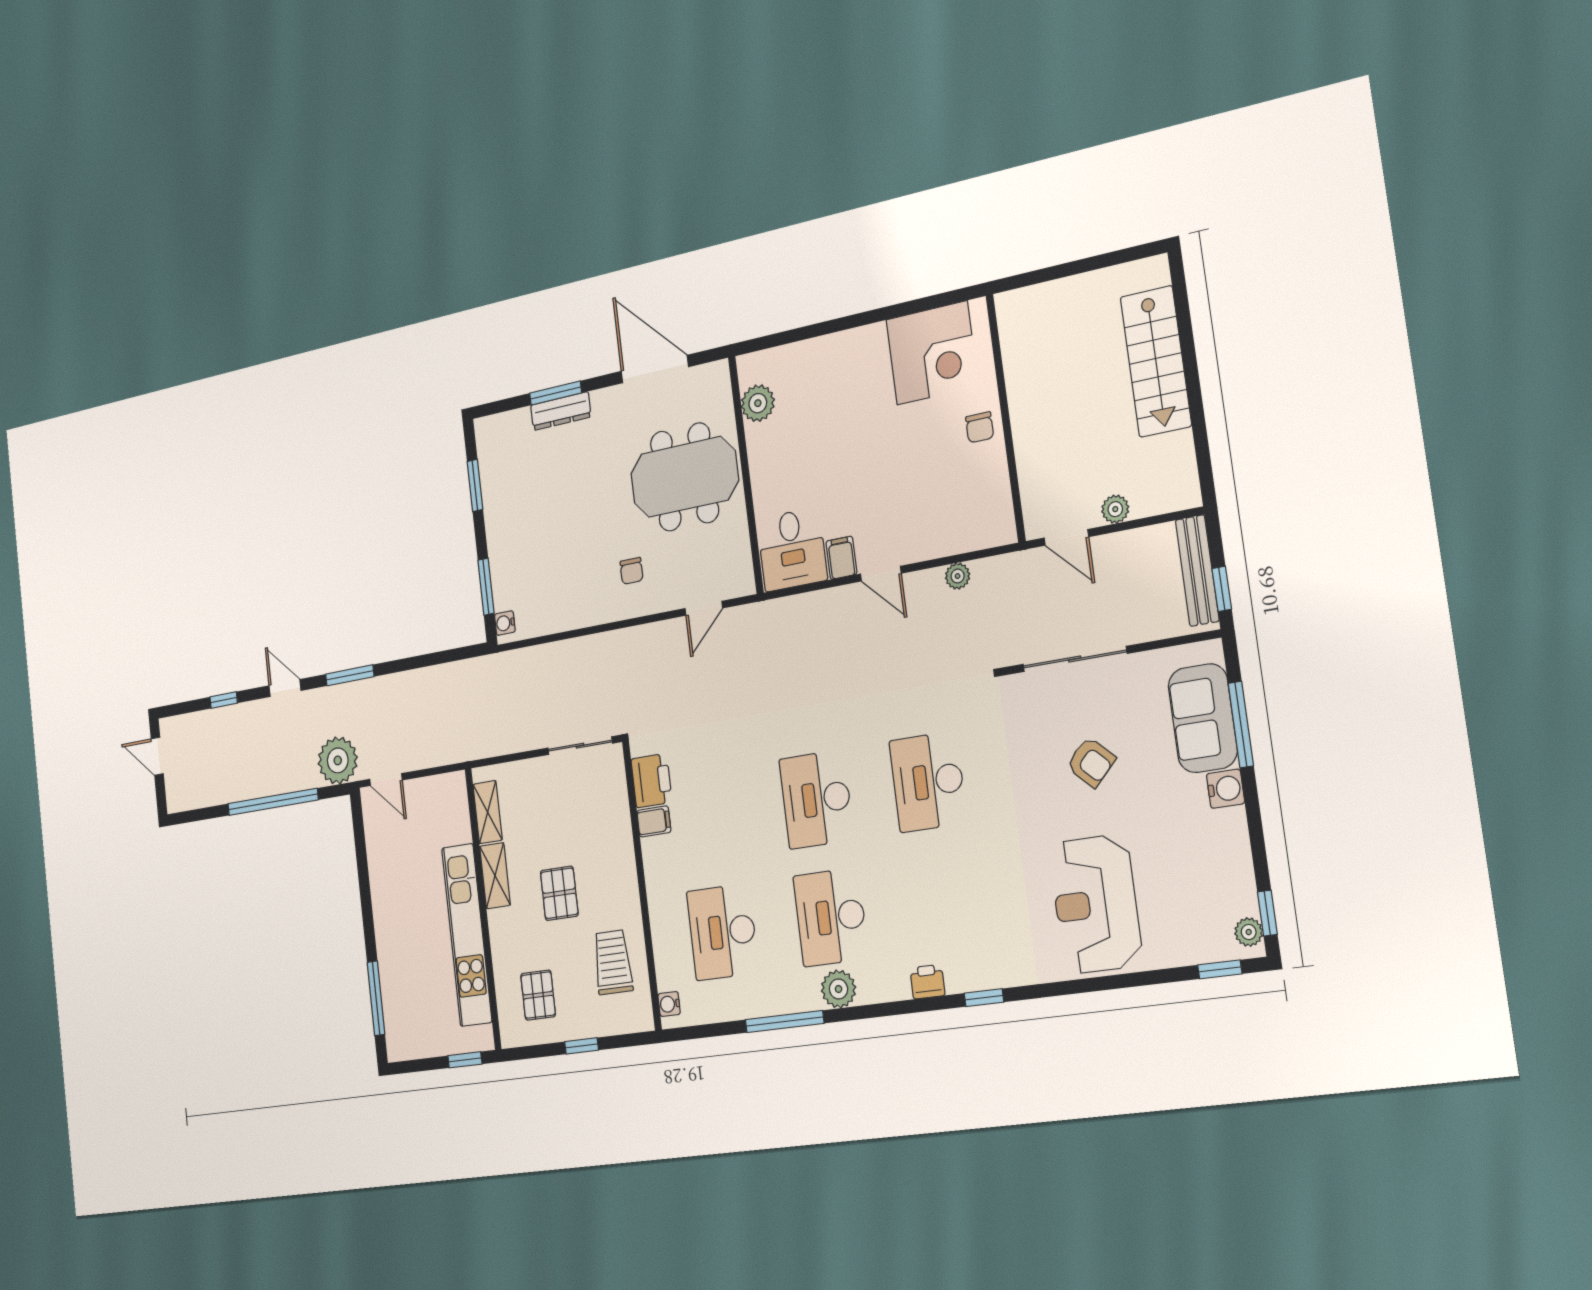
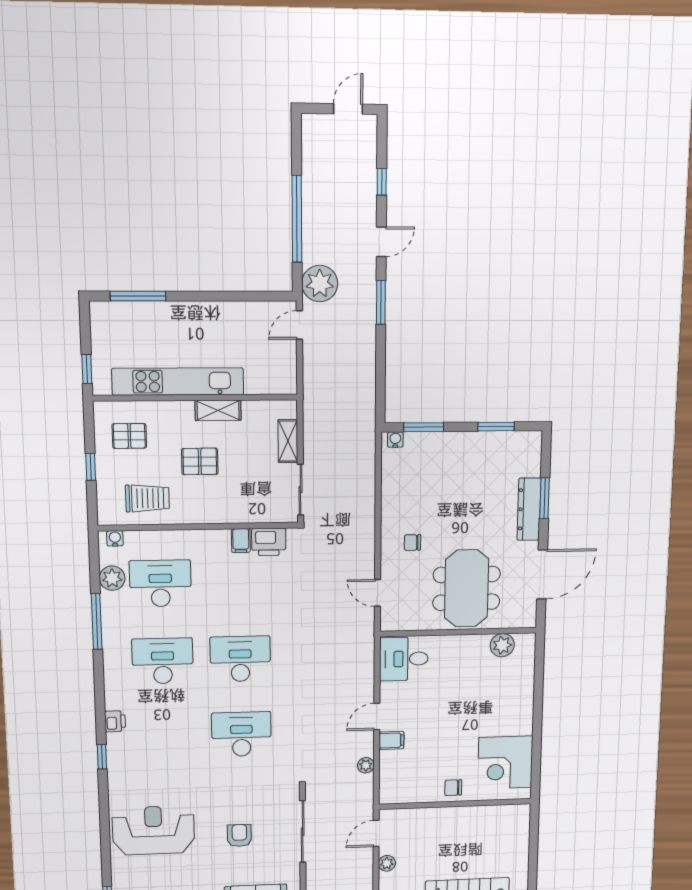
dresser: (561, 411) -> (529, 509), width x1.37, depth x1.24
filing cabinet: (841, 558) -> (391, 740), moved
armchair: (1091, 762) -> (239, 835), turned 136
shelving: (488, 812) -> (288, 441), moved, turned 90
plant: (839, 989) -> (112, 578), moved

